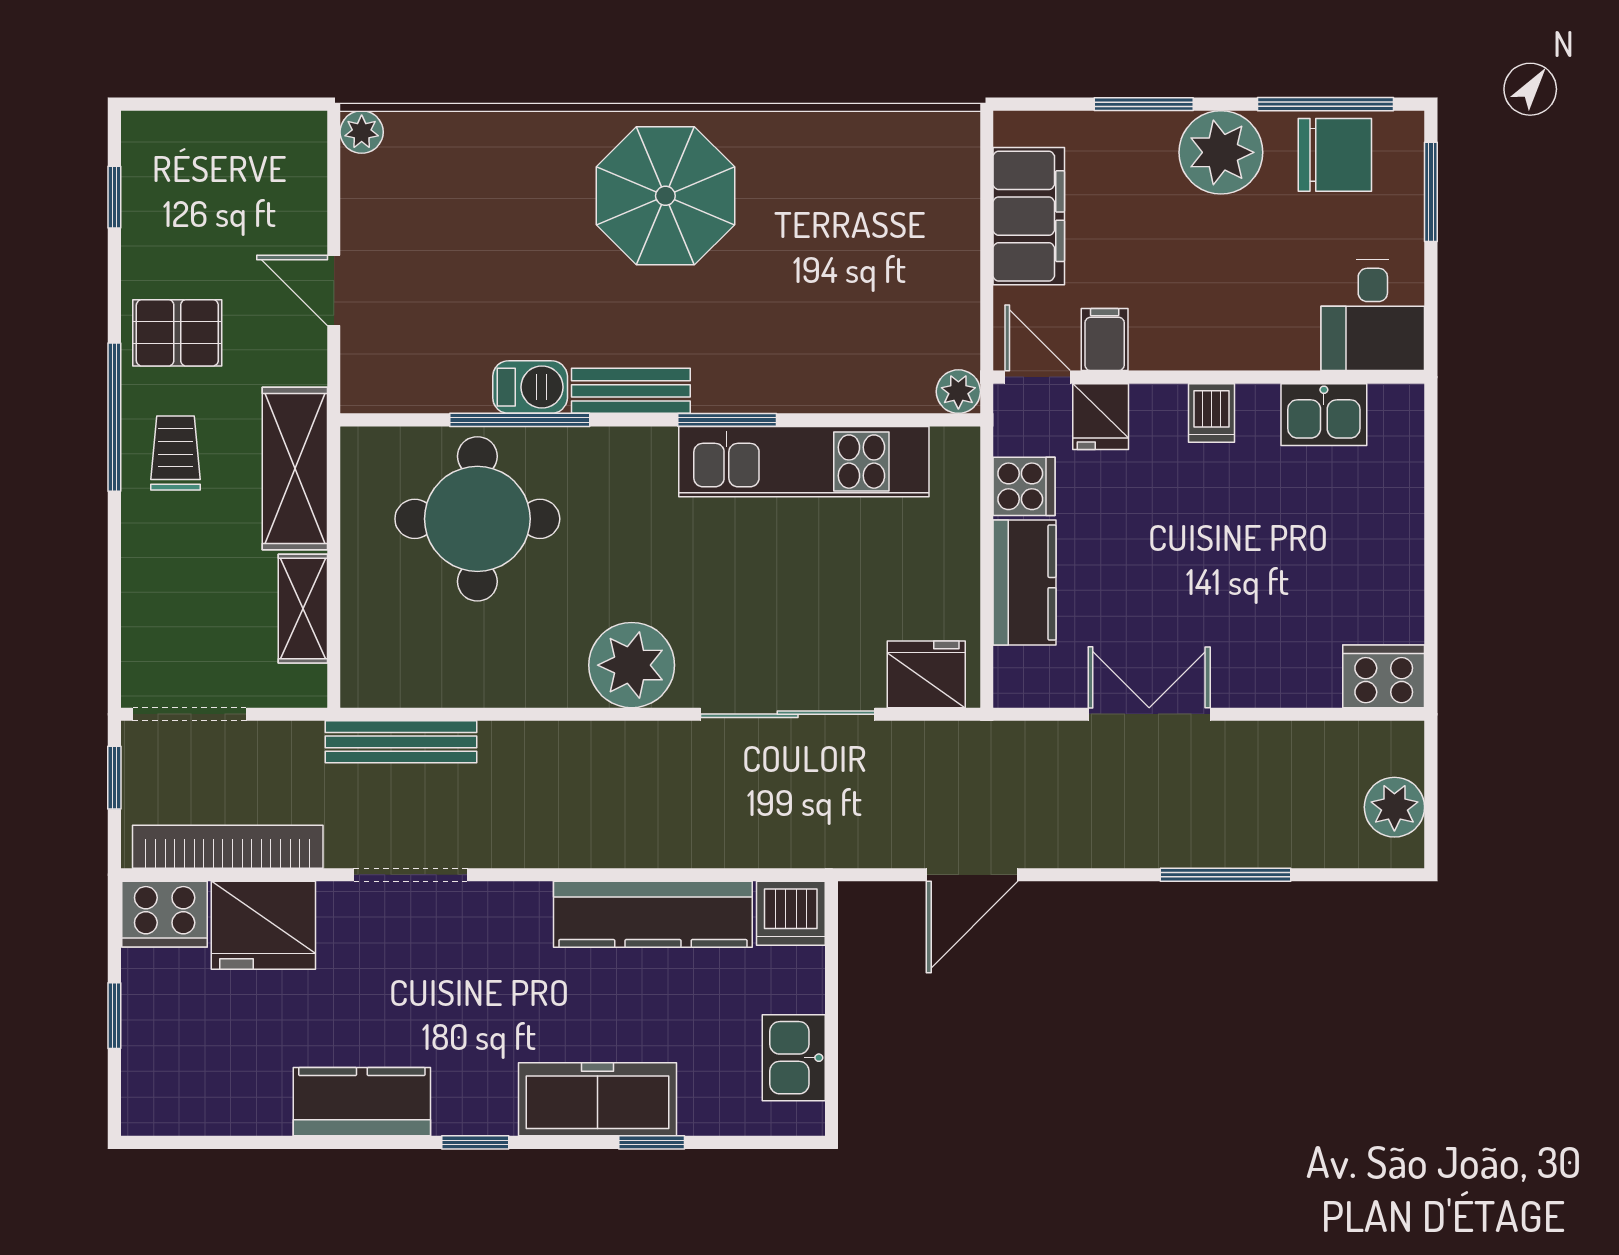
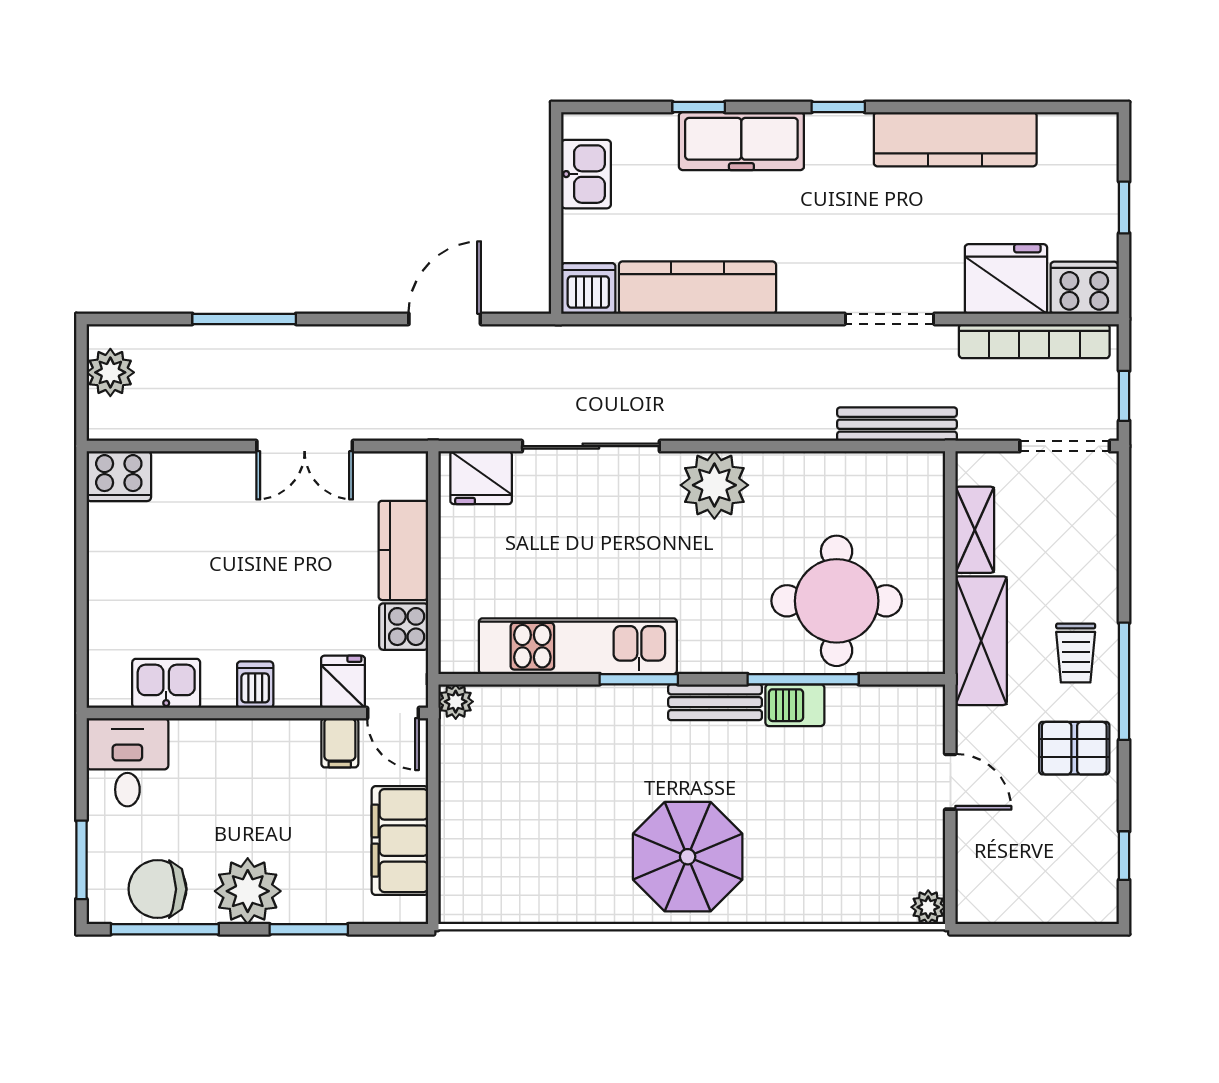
kitchen counter: (362, 1102) -> (955, 139), width x1.50

